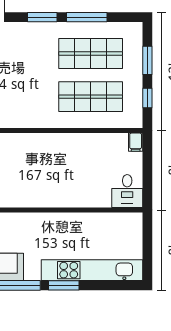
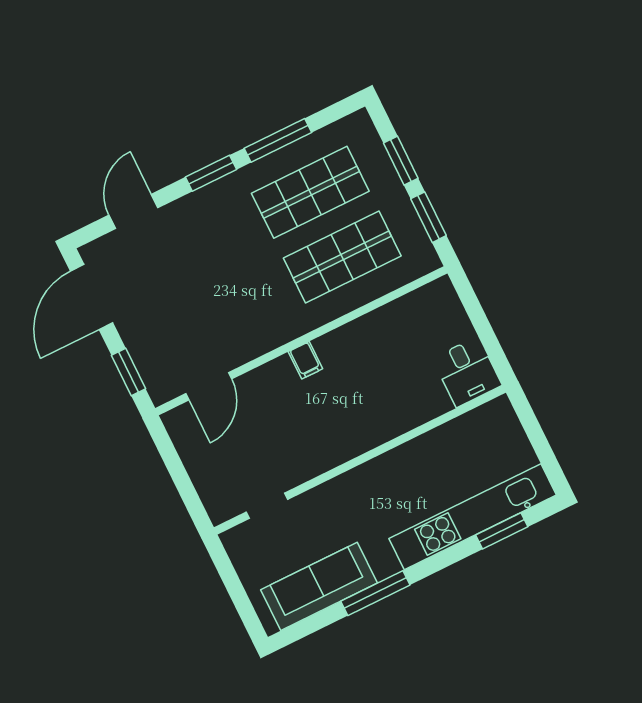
window: (147, 98) -> (429, 217), width x1.50
filing cabinet: (136, 142) -> (305, 360), moved
window: (64, 285) -> (502, 531), moved

